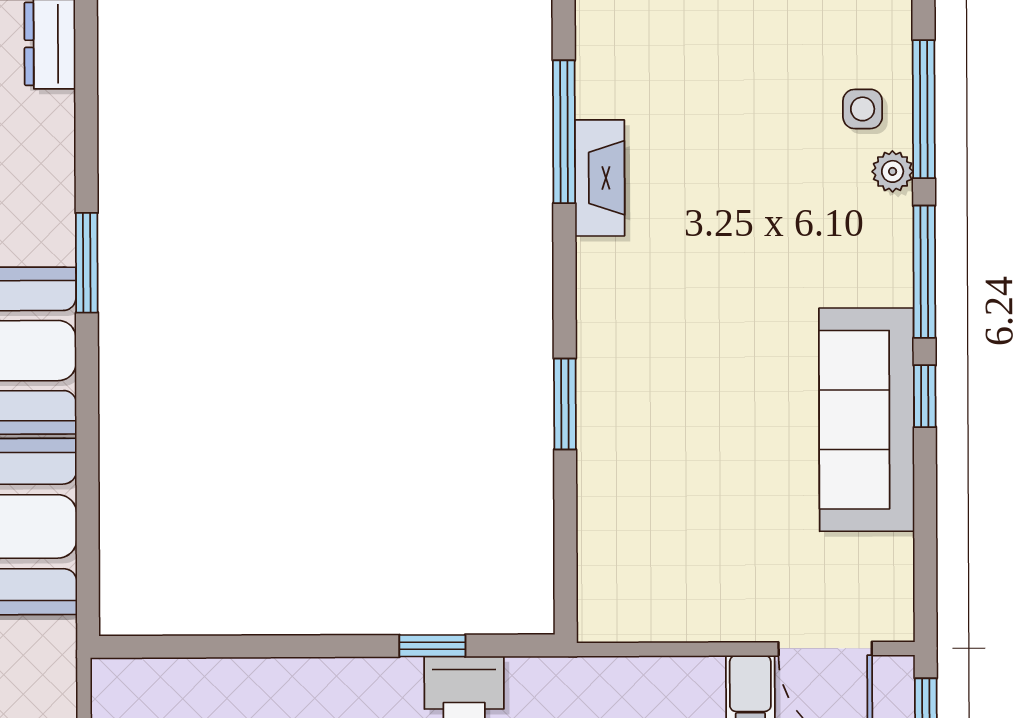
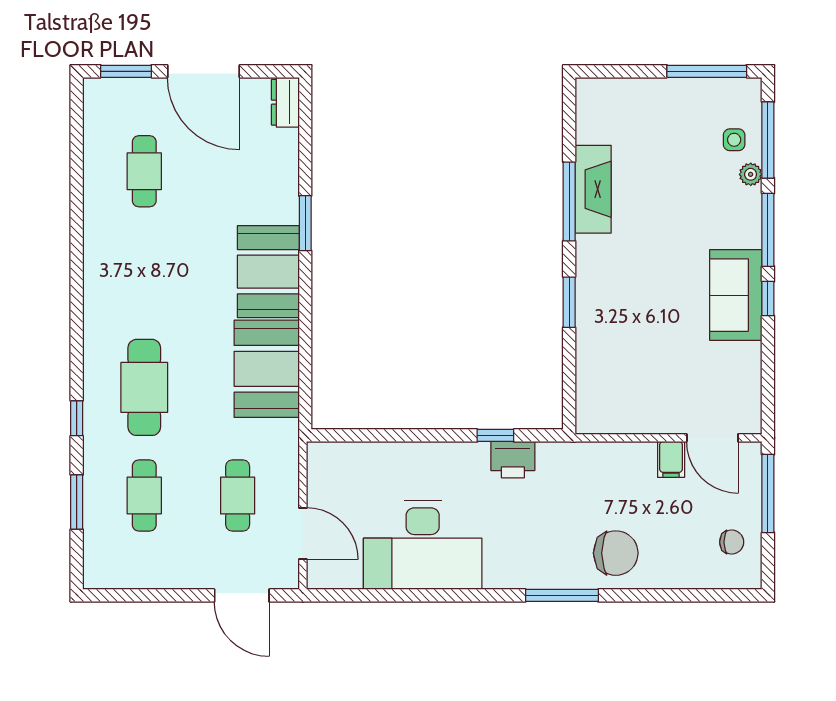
window: (564, 132) -> (569, 201), moved
fireplace: (600, 178) -> (593, 189), width x1.37, depth x1.32
sofa: (867, 420) -> (736, 295), width x0.73

